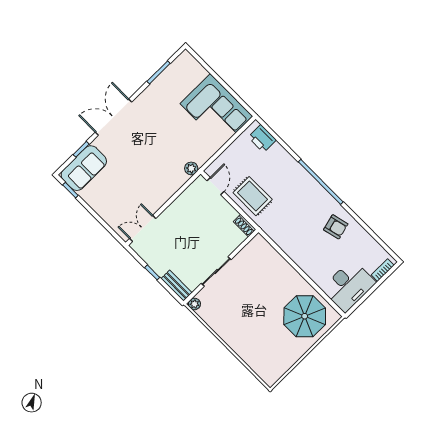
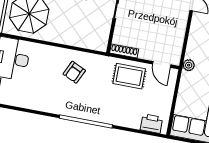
shoe rack: (245, 225) -> (124, 51), width x1.43
armchair: (336, 227) -> (74, 72), moved, turned -51

